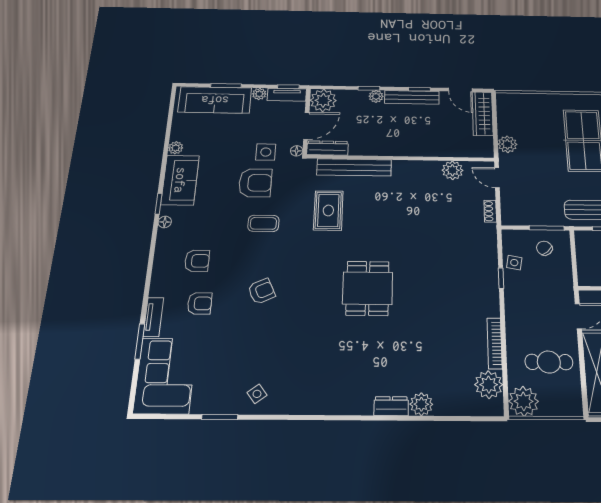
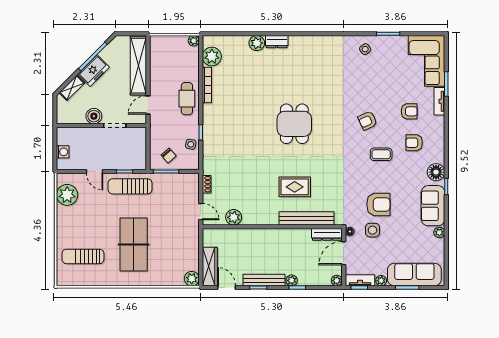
plant: (323, 100) -> (337, 281), width x0.53, depth x0.53
plant: (507, 144) -> (192, 279), moved
armchair: (255, 183) -> (378, 204), turned 180
rug: (328, 210) -> (295, 187), moved, turned 90
floor lamp: (165, 222) -> (436, 172), width x1.89, depth x1.89
coffee table: (263, 223) -> (381, 154), moved
armchair: (200, 303) -> (409, 111), turned 180
cafe table: (549, 362) -> (187, 99), moved, turned 90
plant: (524, 401) -> (194, 41), width x0.53, depth x0.53

